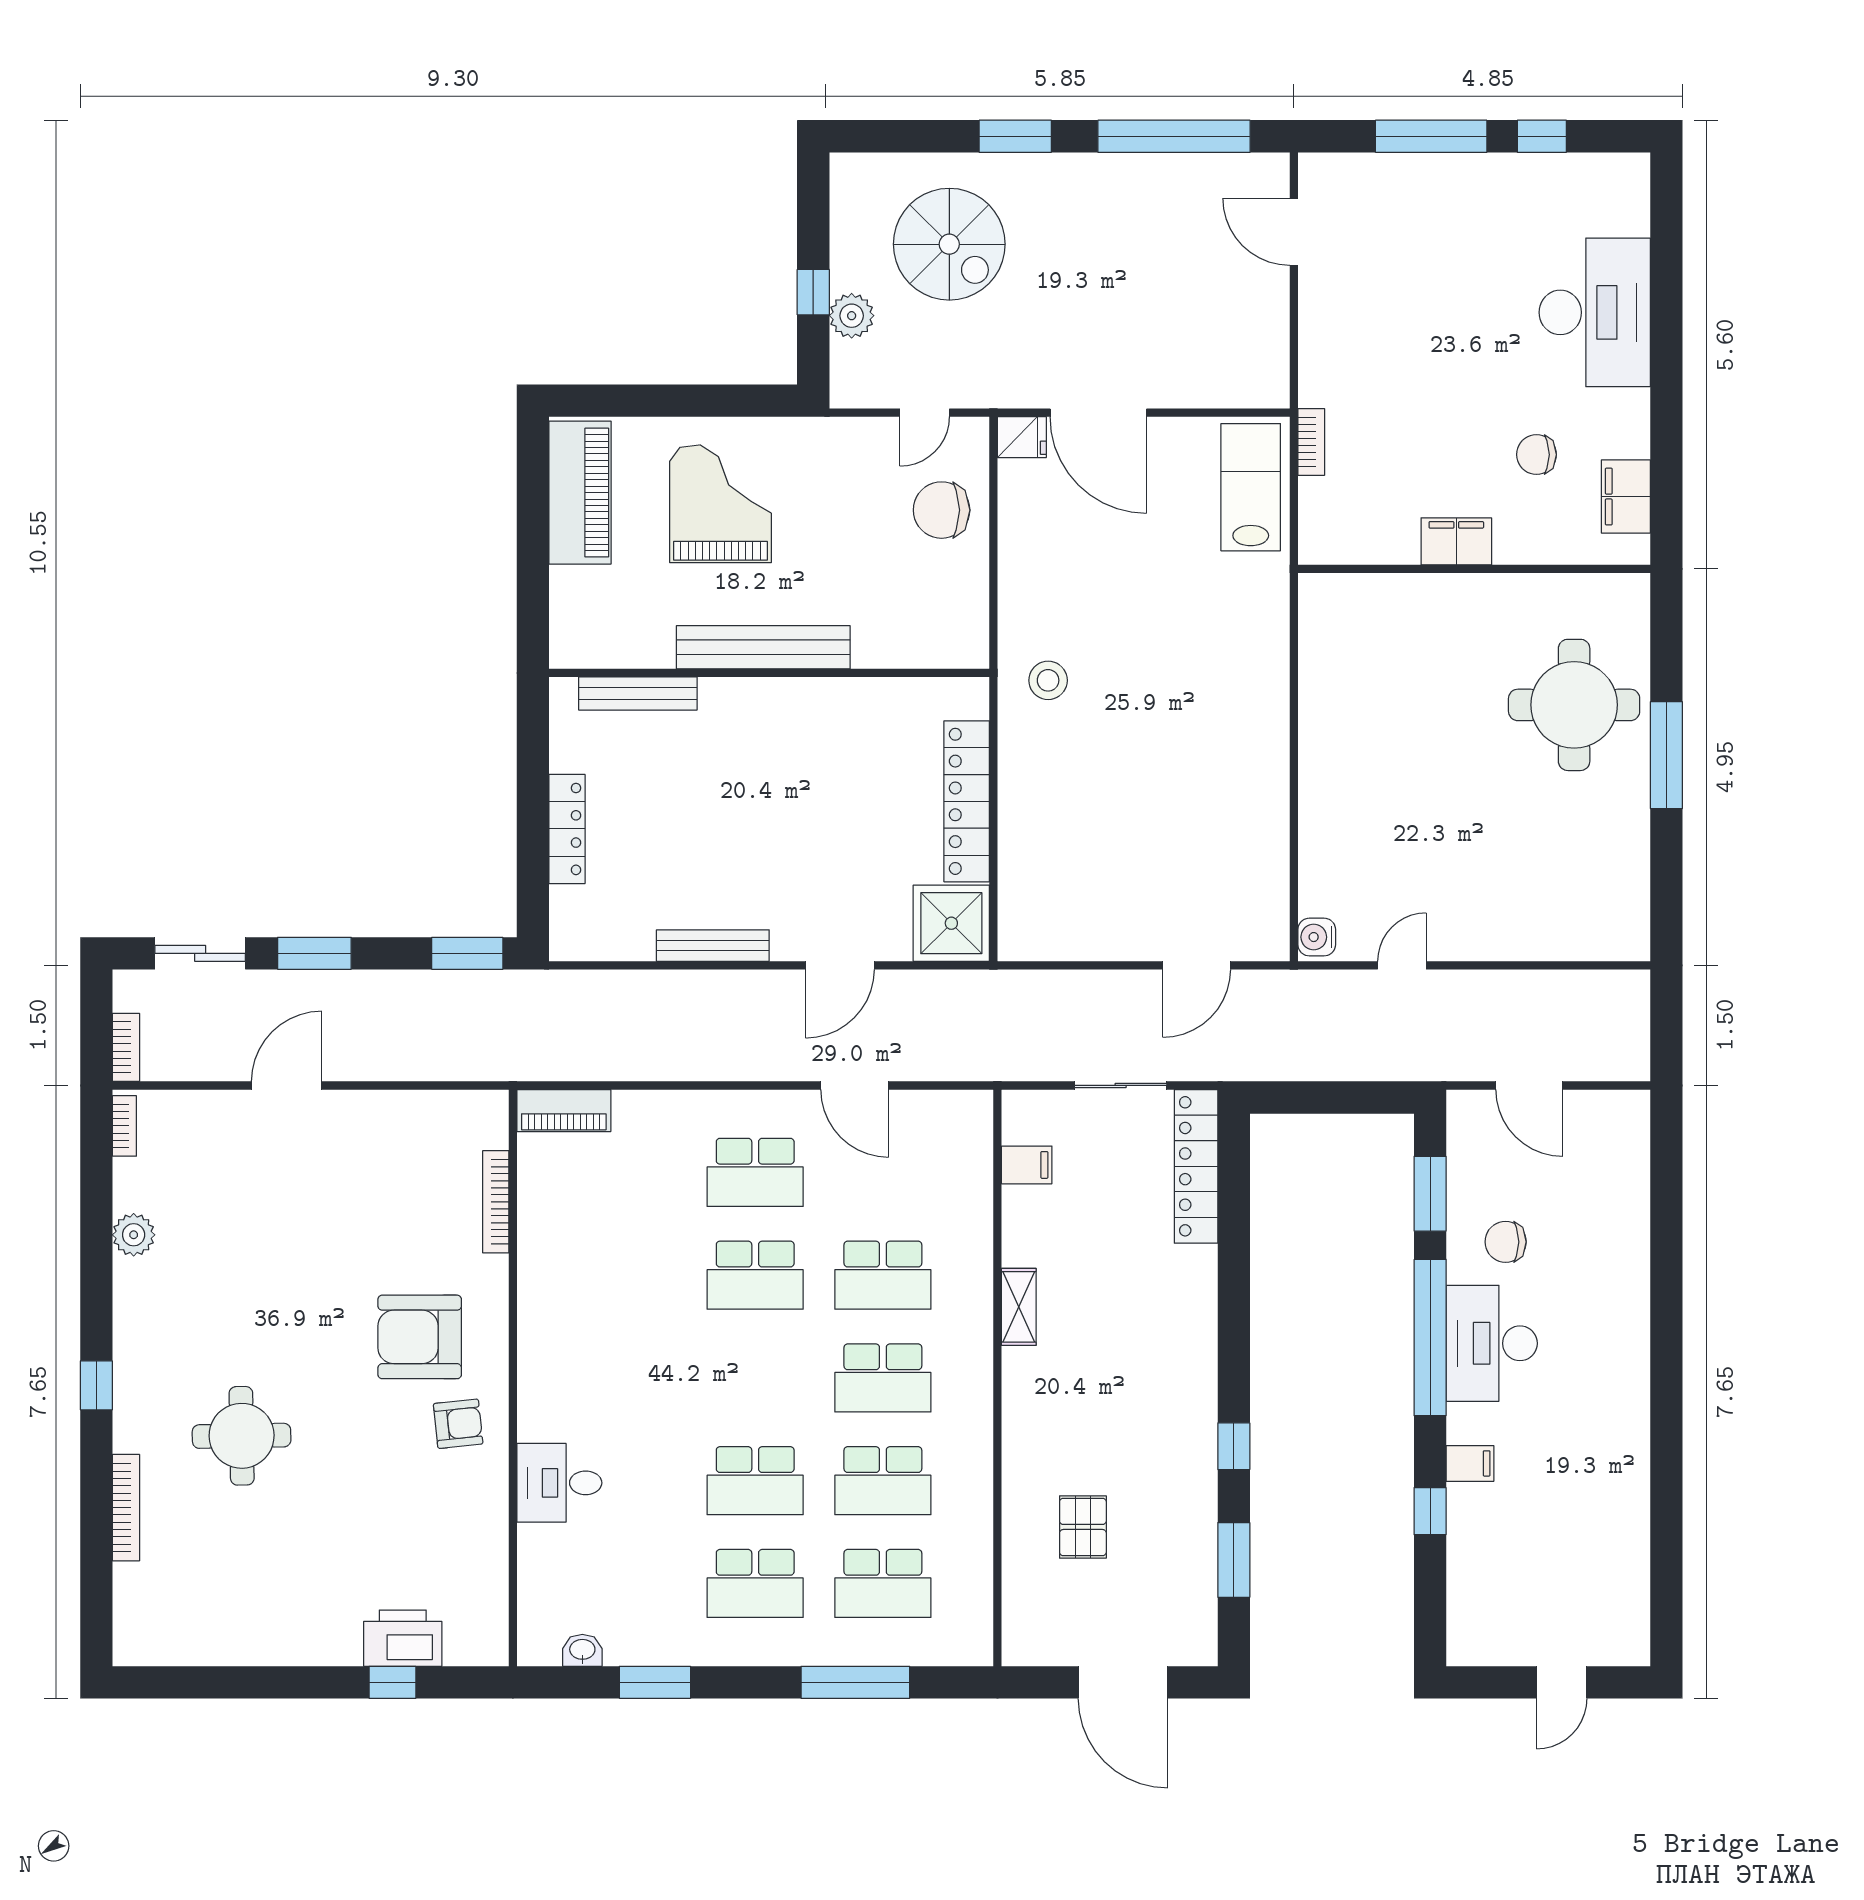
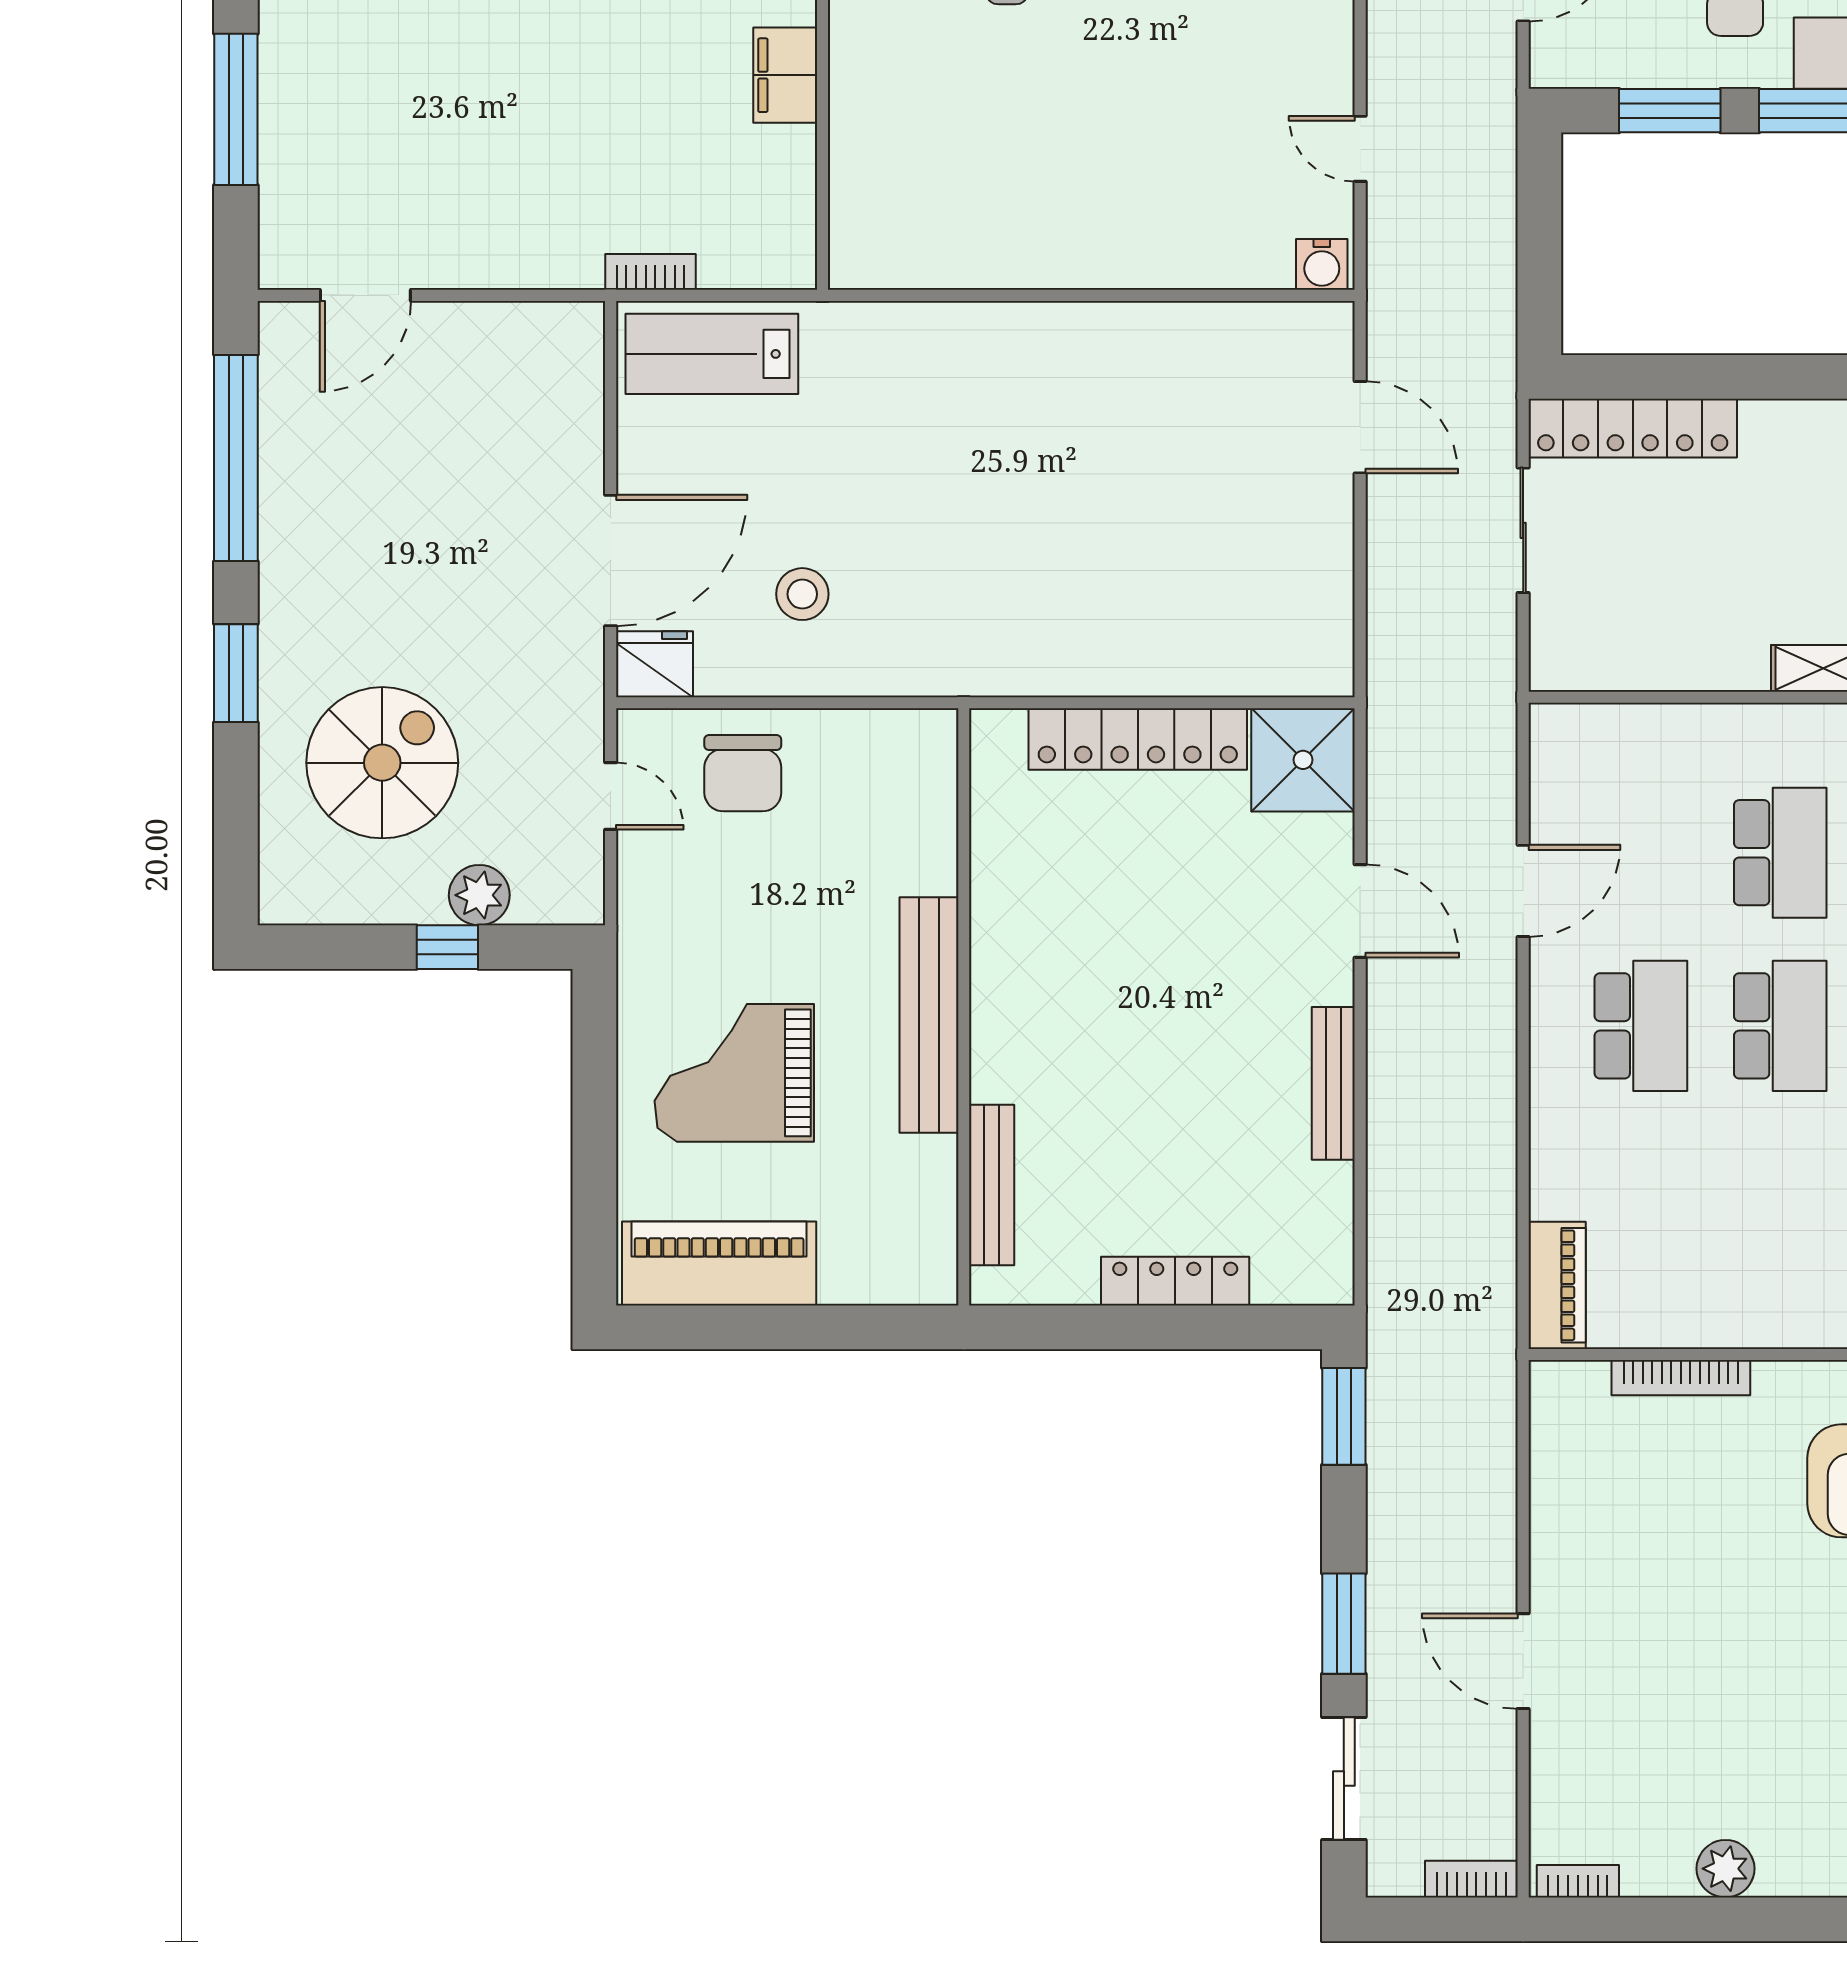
fridge: (1022, 437) -> (655, 664), width x1.38
stool: (1048, 680) -> (802, 594), moved
filing cabinet: (1027, 1165) -> (1631, 658), removed

